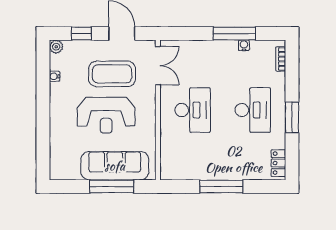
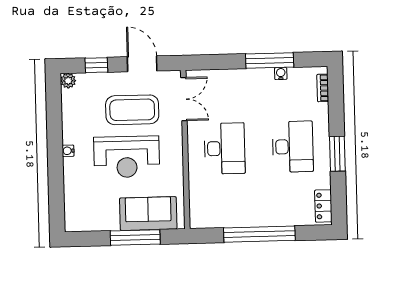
water cooler: (55, 76) -> (68, 151), moved
sofa: (115, 166) -> (148, 214), width x0.73
window: (221, 186) -> (259, 234), width x1.46

